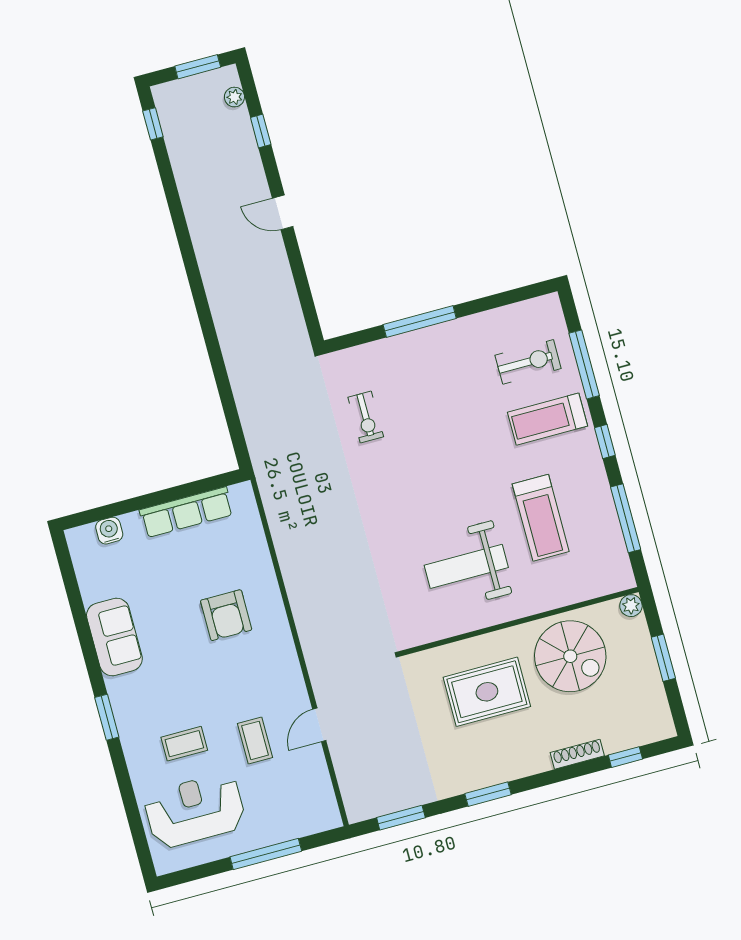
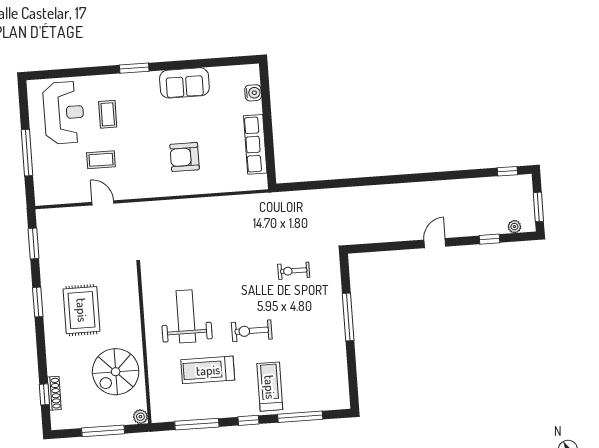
exercise bike: (528, 362) -> (252, 331), moved, turned 90
window: (663, 658) -> (103, 431), width x1.44
rug: (487, 692) -> (82, 310), moved
shoe rack: (577, 754) -> (54, 393), moved

